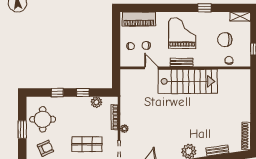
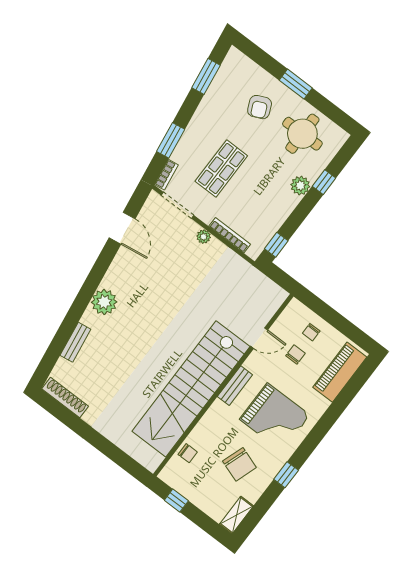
chair: (225, 40) -> (239, 464), moved, turned 109
stairs: (188, 81) -> (191, 389), width x1.36
window: (83, 93) -> (276, 245), moved
plant: (97, 102) -> (300, 186), moved
window: (22, 129) -> (296, 84), moved

